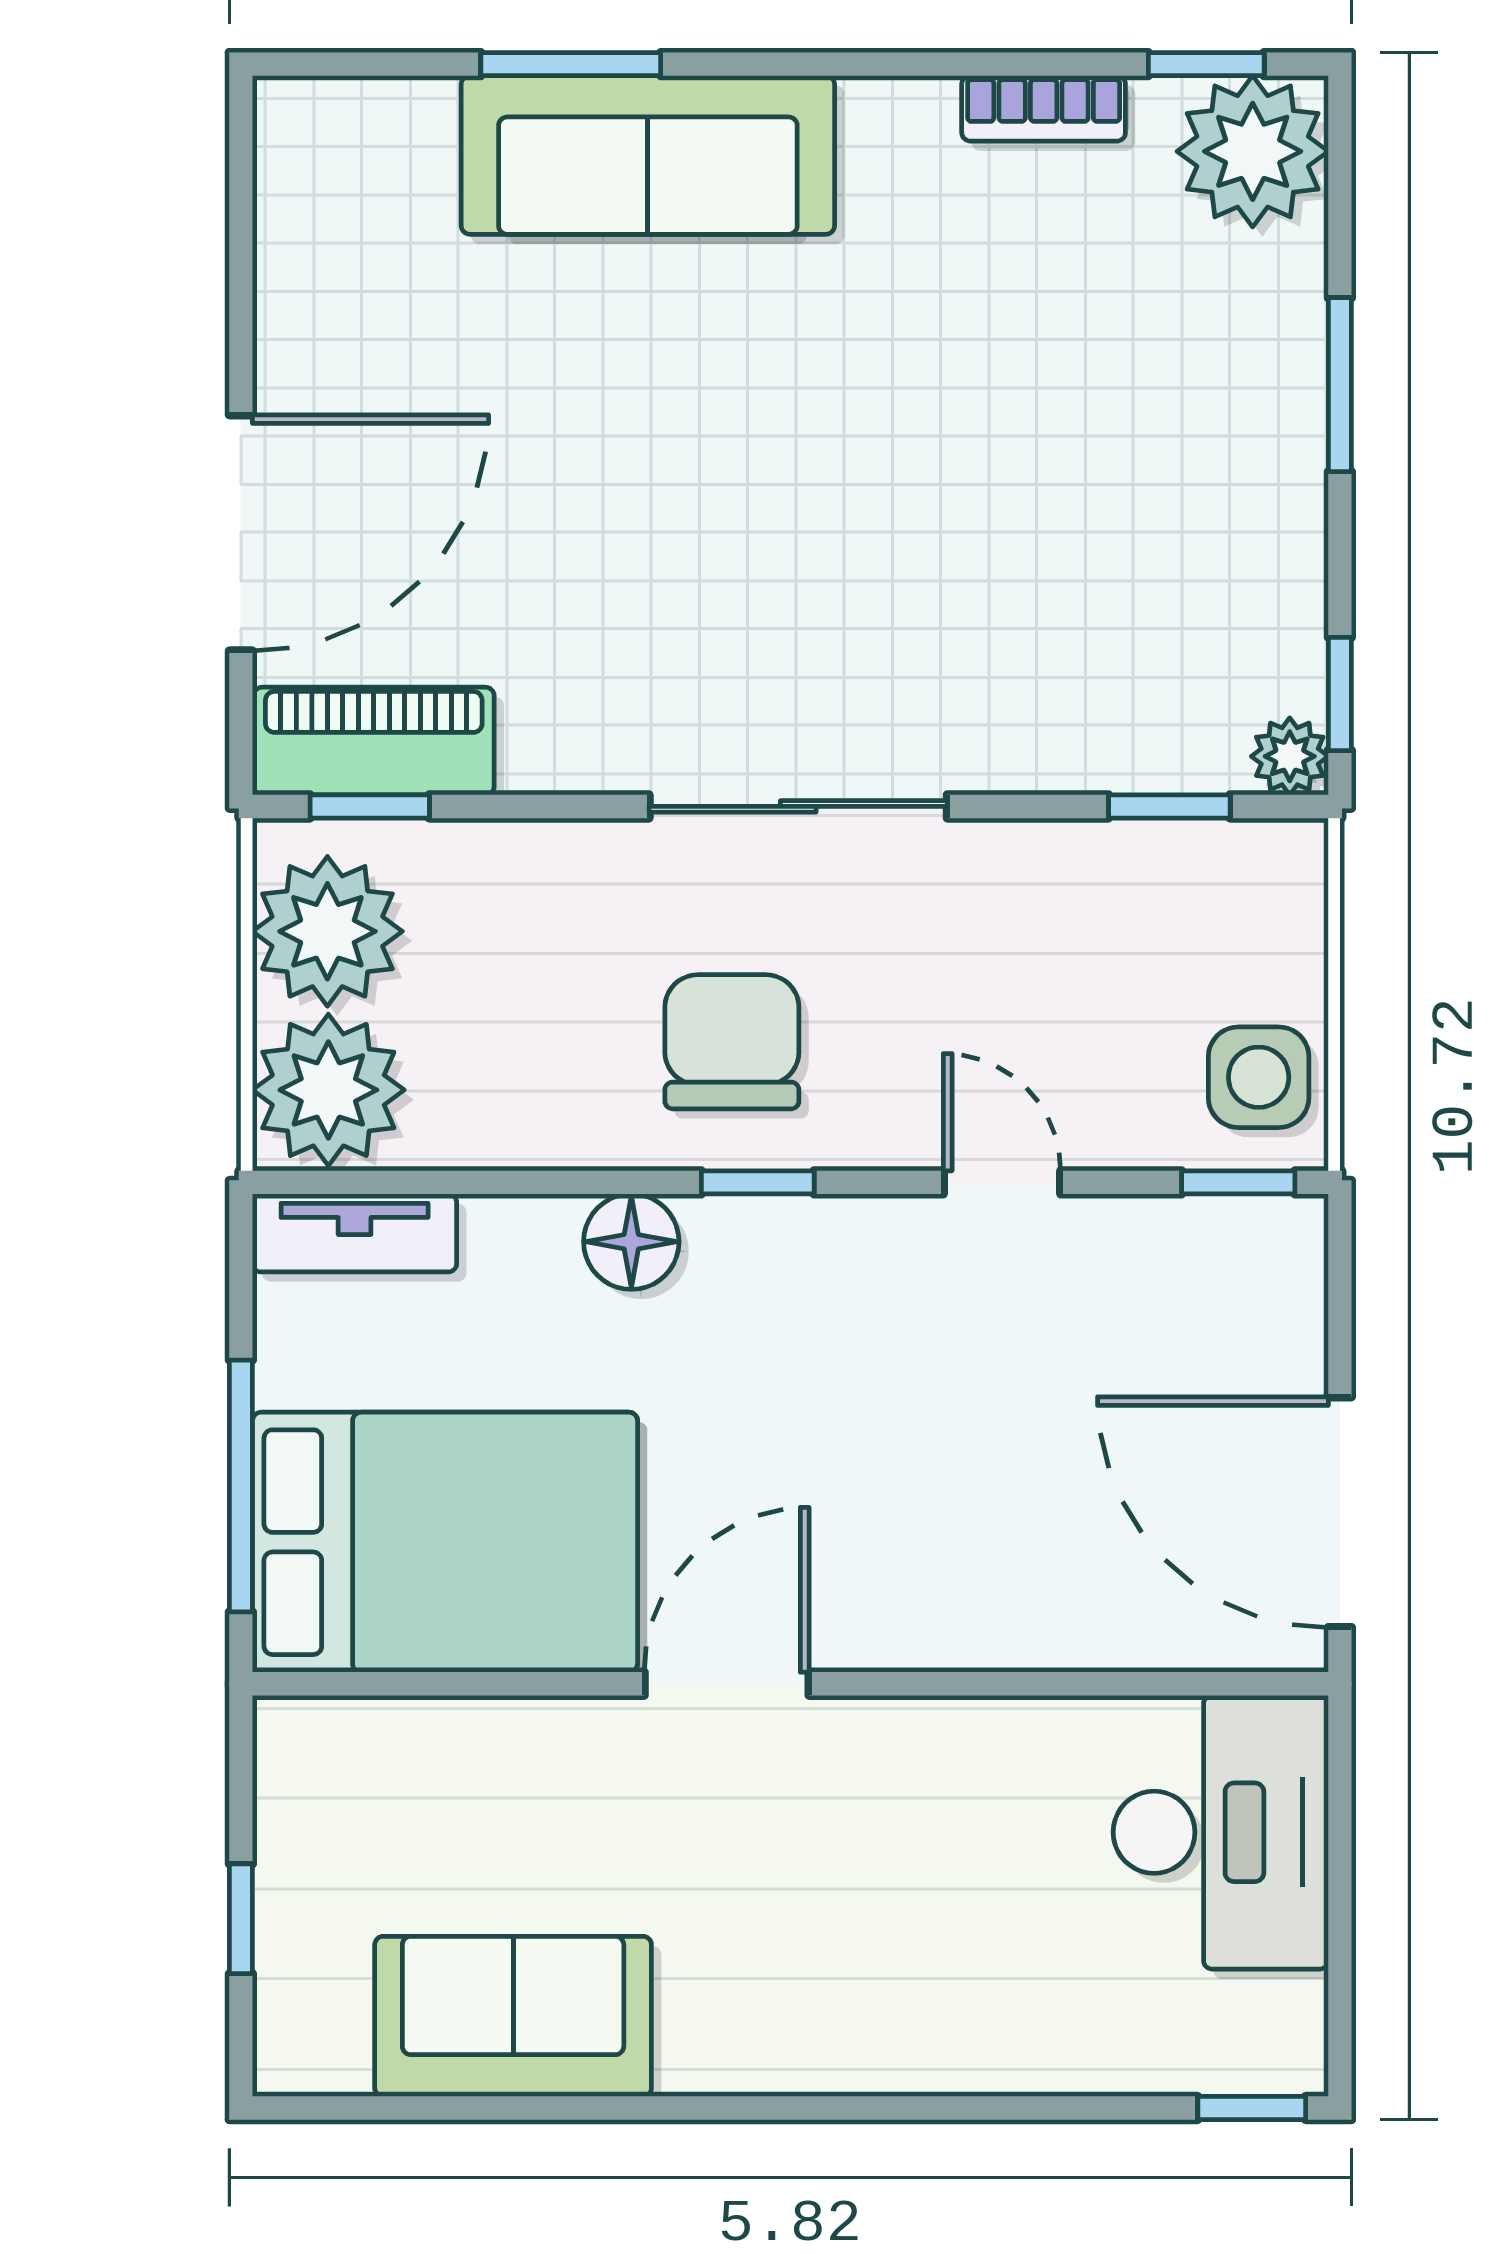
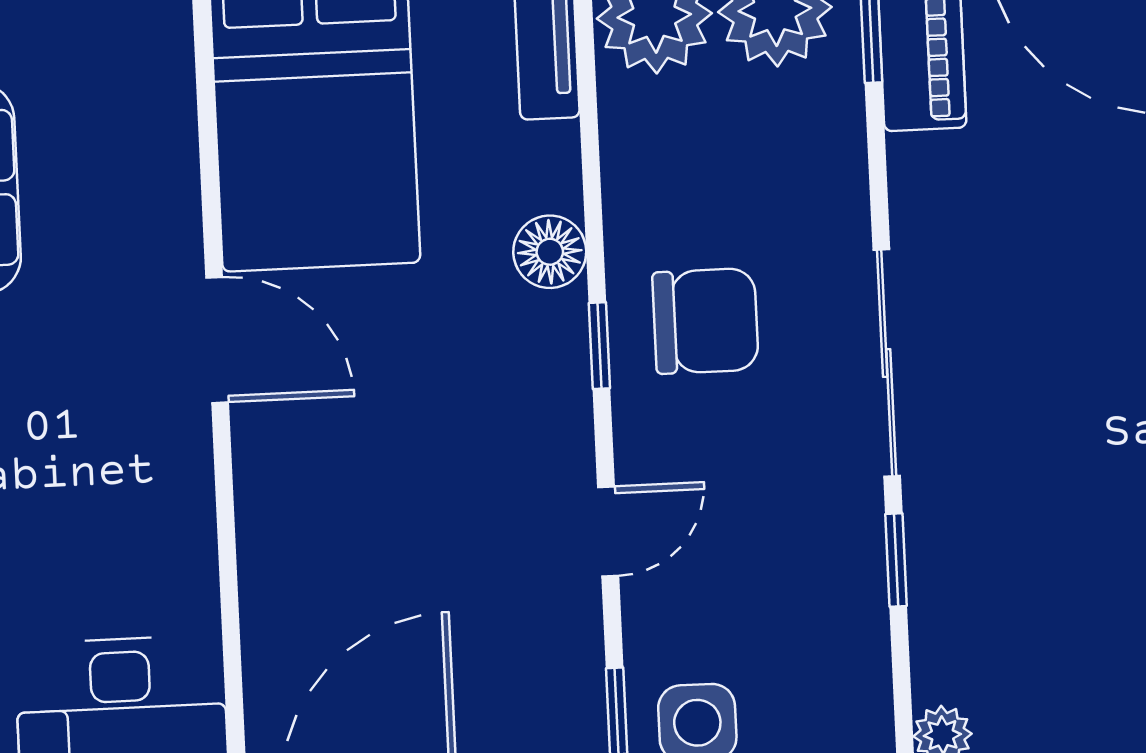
window: (1169, 806) -> (896, 560), moved

